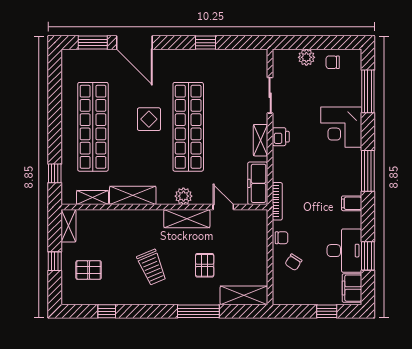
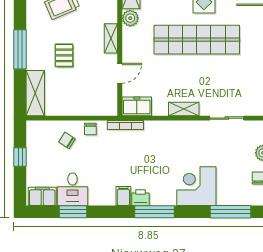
printer: (281, 137) -> (141, 198), moved, turned 180
freezer: (258, 183) -> (137, 106), width x0.71
plant: (183, 196) -> (130, 18), moved
shelving: (187, 219) -> (111, 38), width x0.67, depth x0.75
desk: (344, 251) -> (72, 189), width x0.73
pallet: (205, 265) -> (64, 55), turned 90
window: (327, 311) -> (20, 157), moved

